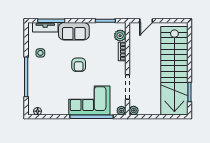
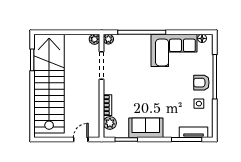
sofa: (74, 31) -> (146, 128), moved
armchair: (79, 65) -> (201, 83), moved, turned -90
corner sofa: (89, 101) -> (174, 50), moved

